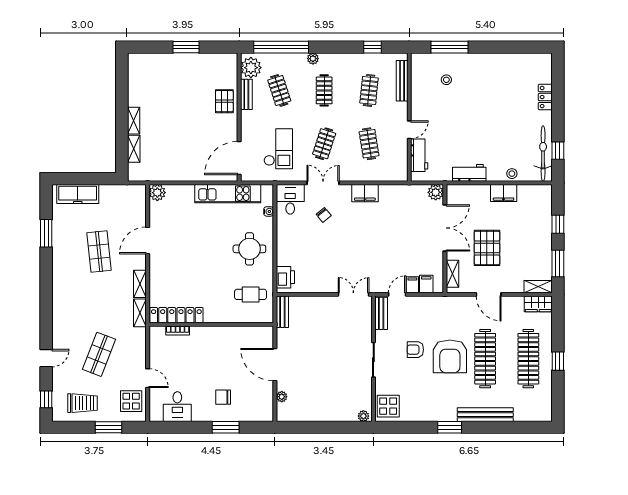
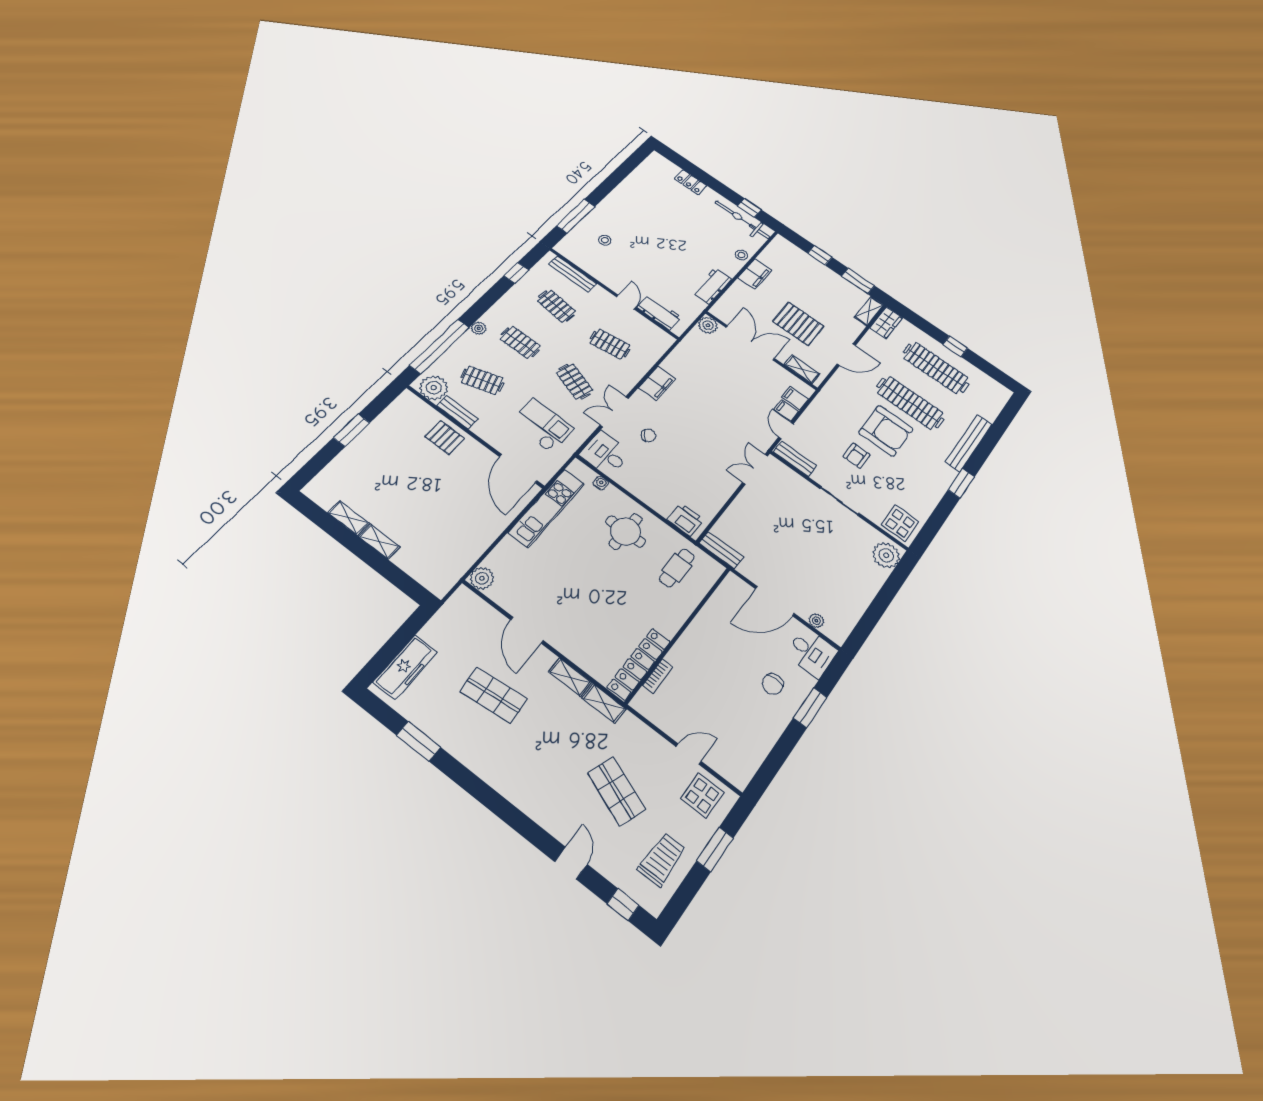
shelving: (134, 149) -> (348, 518), moved
desk: (177, 407) -> (811, 652), moved
plant: (363, 416) -> (886, 555), width x1.88, depth x1.88

